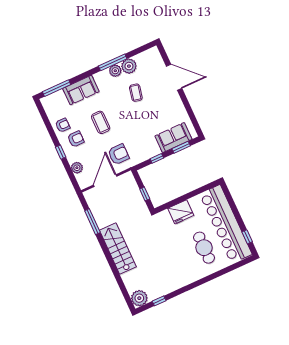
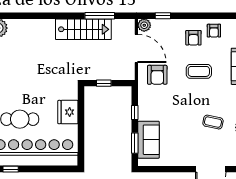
window: (61, 152) -> (163, 16), moved
plant: (77, 168) -> (144, 25), moved
stairs: (118, 249) -> (83, 29), moved

